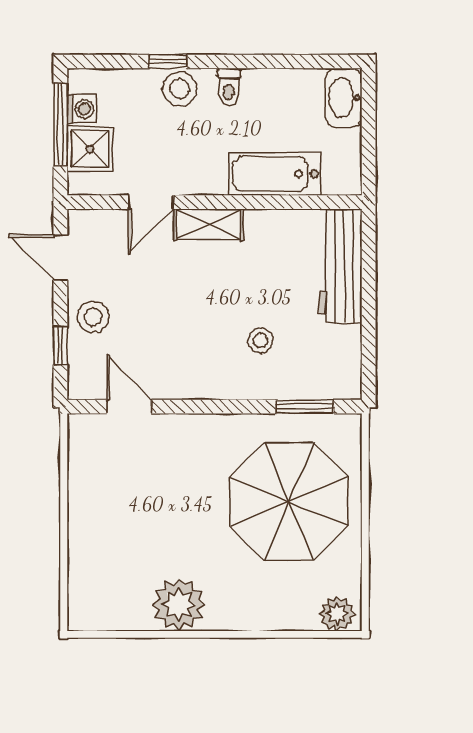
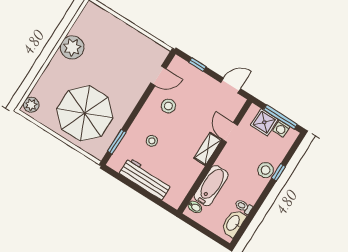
toilet: (229, 87) -> (244, 207), moved
washbasin: (344, 98) -> (233, 223), moved, turned -90
bidet: (335, 179) -> (195, 207), added
workbench: (341, 266) -> (145, 179), moved
stool: (93, 317) -> (168, 106), moved

